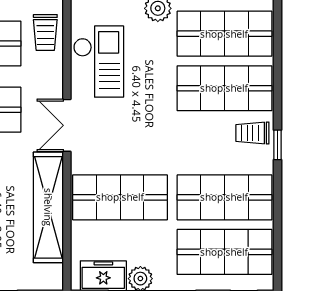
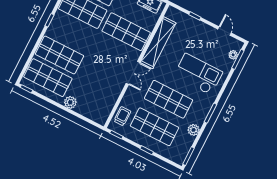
checkout: (99, 62) -> (106, 93), removed
trolley: (252, 133) -> (57, 30), removed

